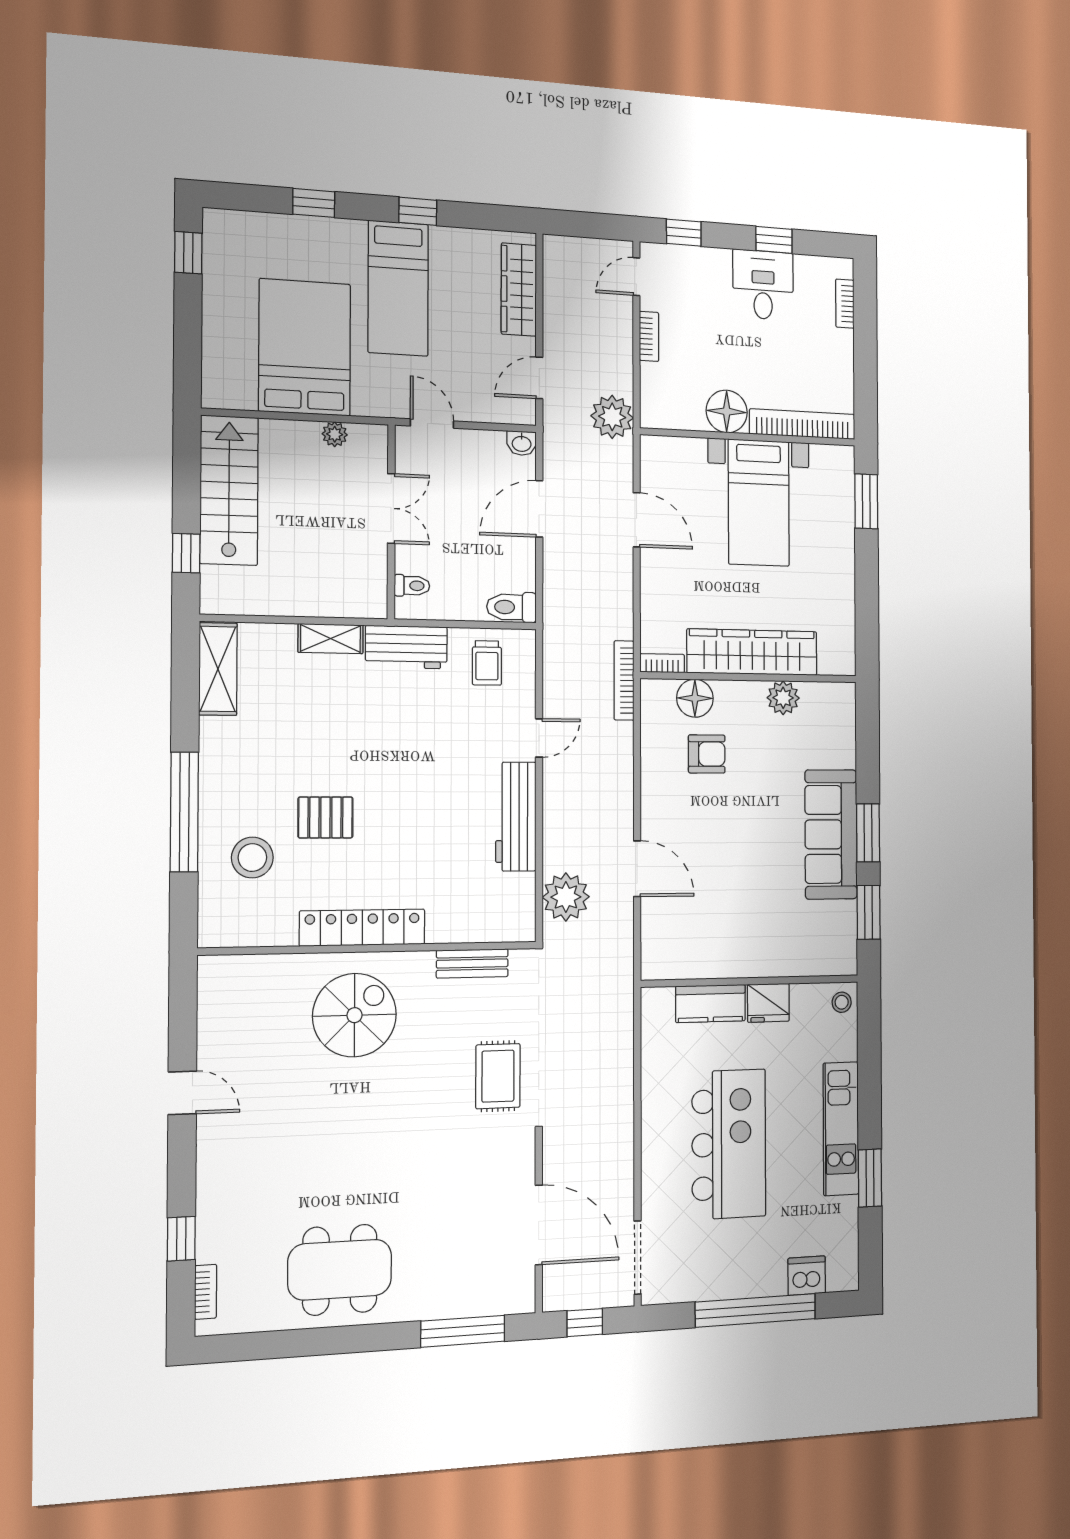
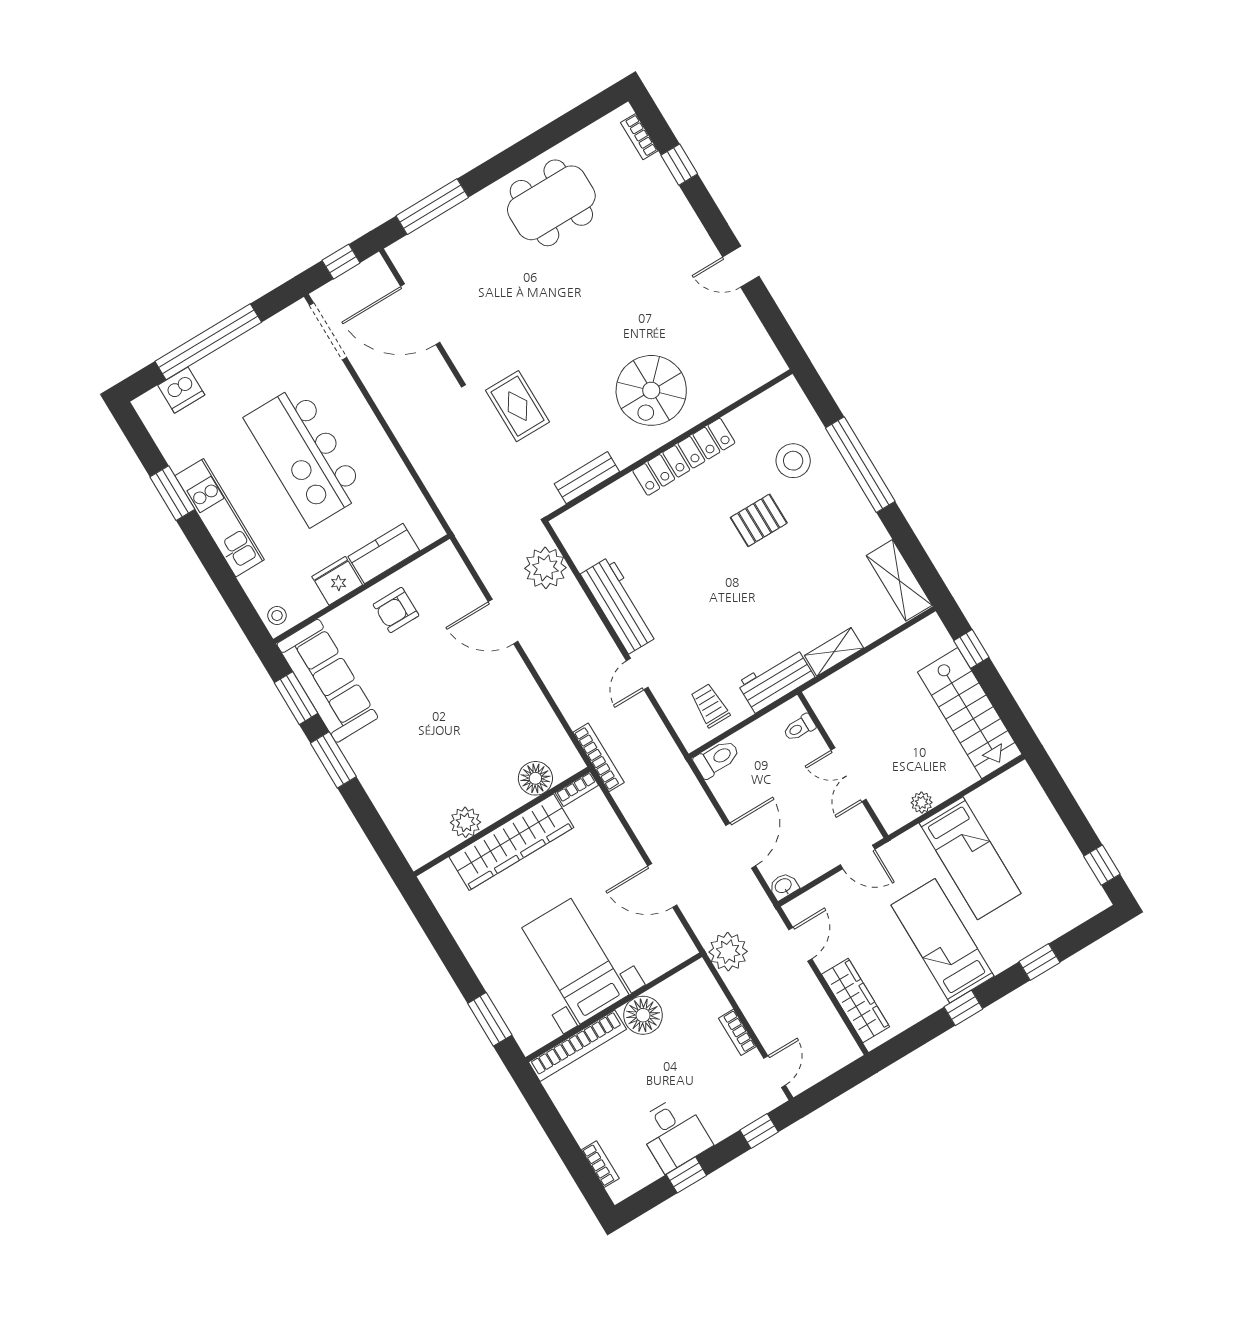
bed: (305, 347) -> (970, 858), width x0.67
armchair: (707, 754) -> (396, 610), moved
sofa: (831, 834) -> (327, 681), moved

